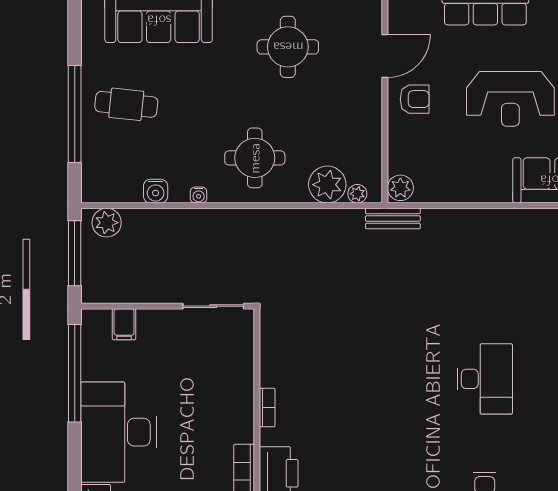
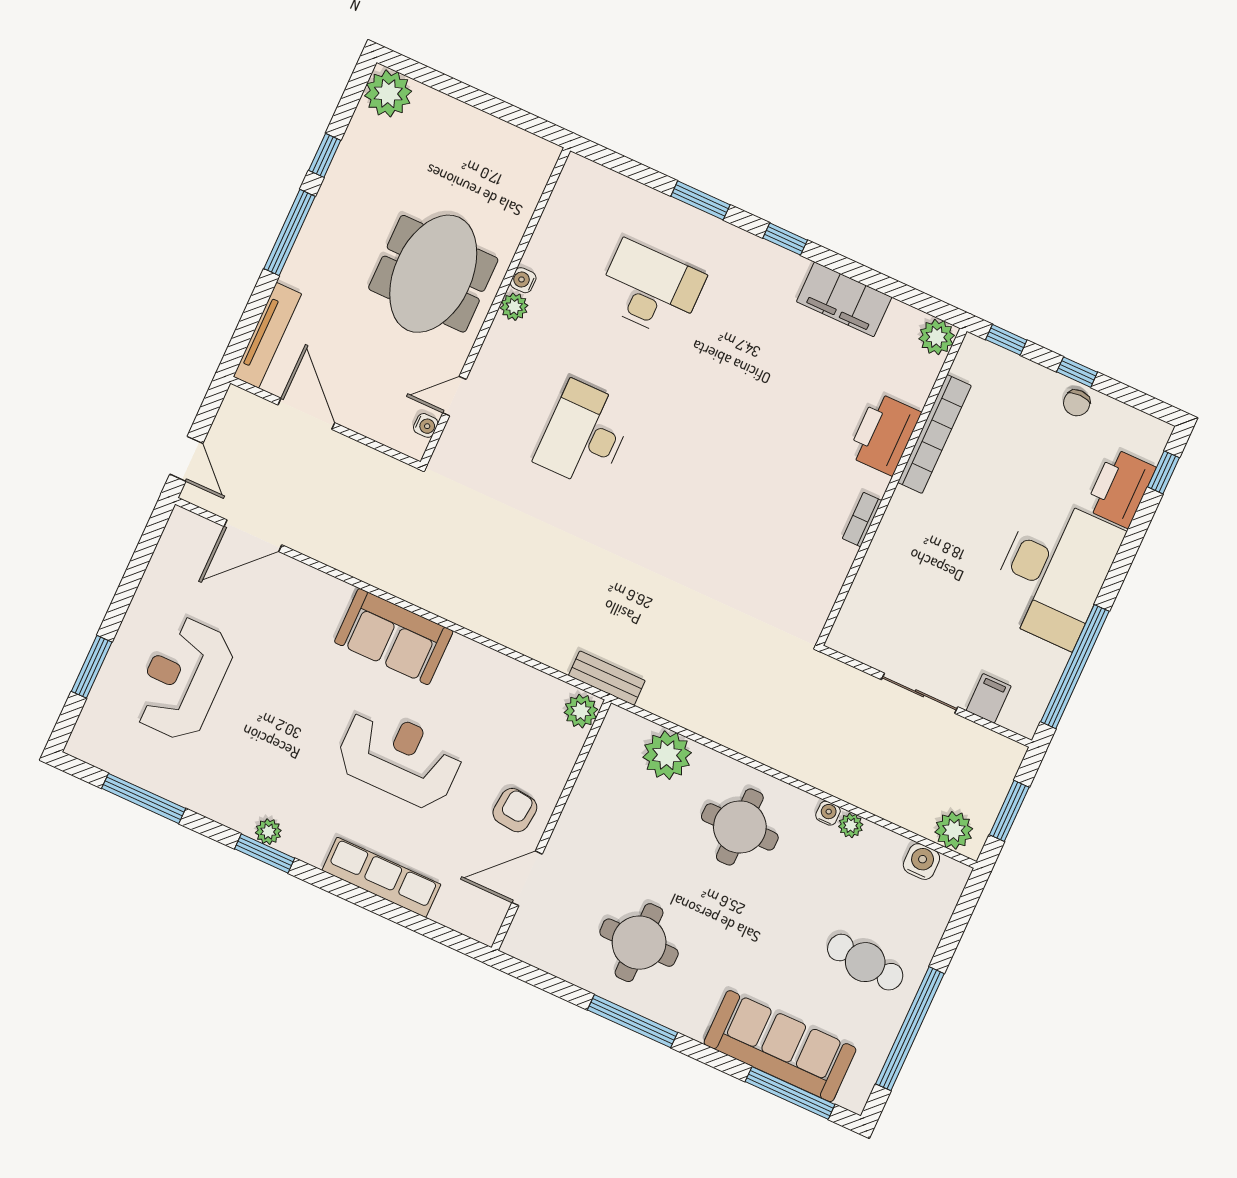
armchair: (415, 99) -> (515, 810), turned 96
window: (75, 114) -> (910, 1029), moved
water cooler: (156, 191) -> (921, 862), moved
plant: (357, 194) -> (851, 825), moved
window: (75, 253) -> (1009, 811), width x0.69
sliding door: (213, 306) -> (920, 693), moved

